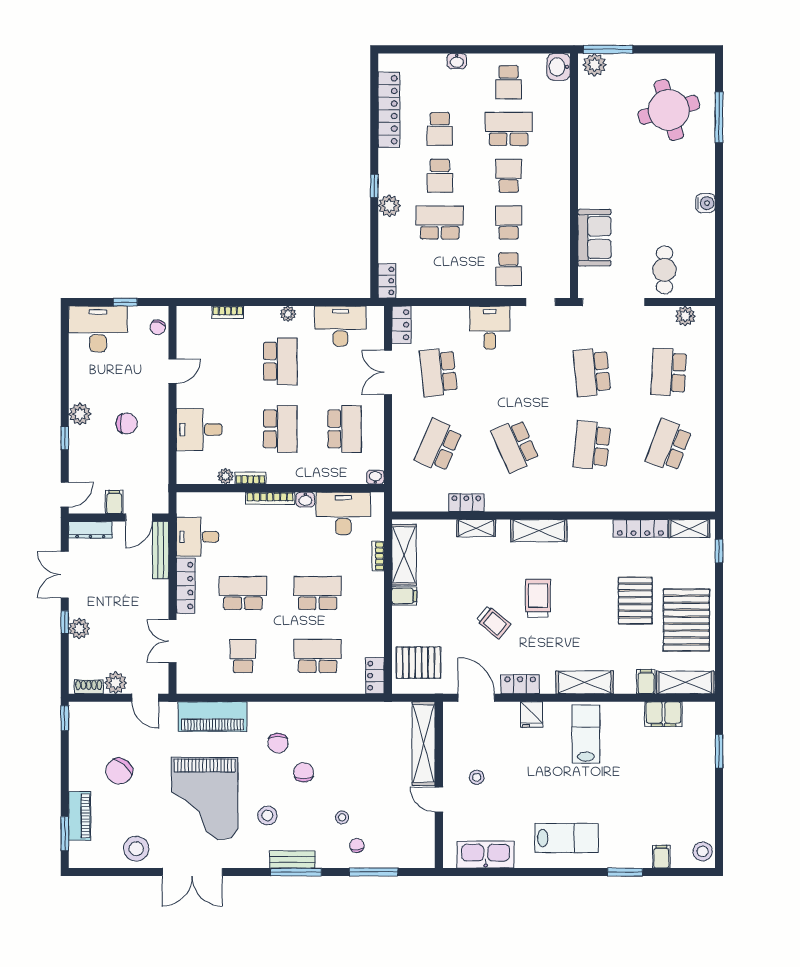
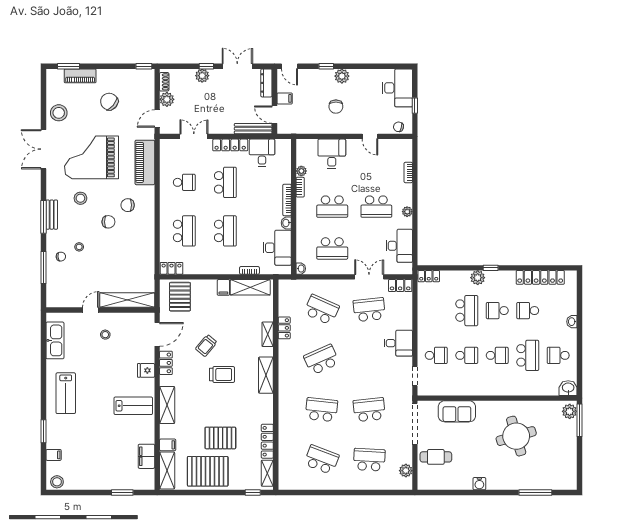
round table: (669, 110) -> (516, 436), moved
school desk: (509, 269) -> (436, 355), turned 180

